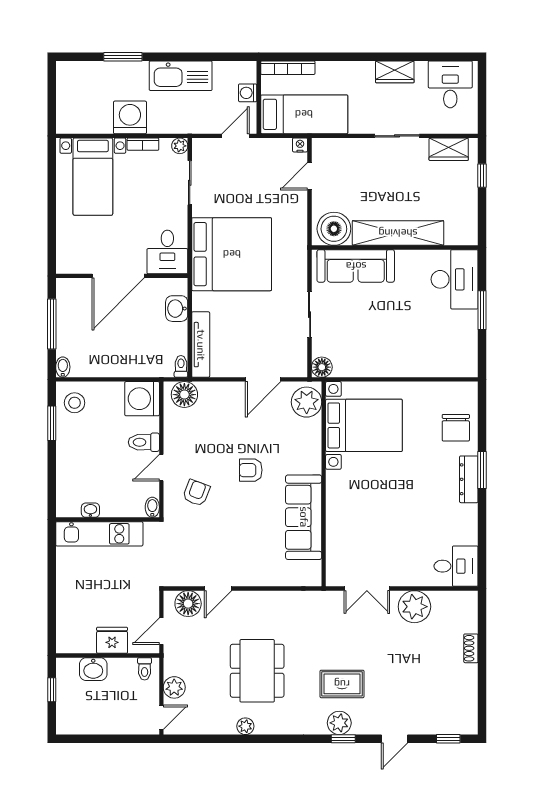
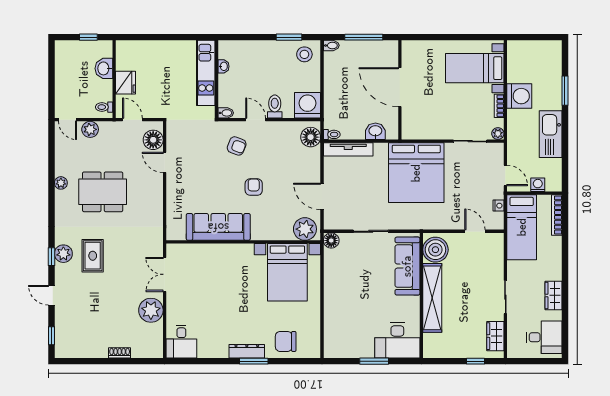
nightstand: (300, 145) -> (499, 206), moved
desk: (167, 252) -> (418, 124), removed

